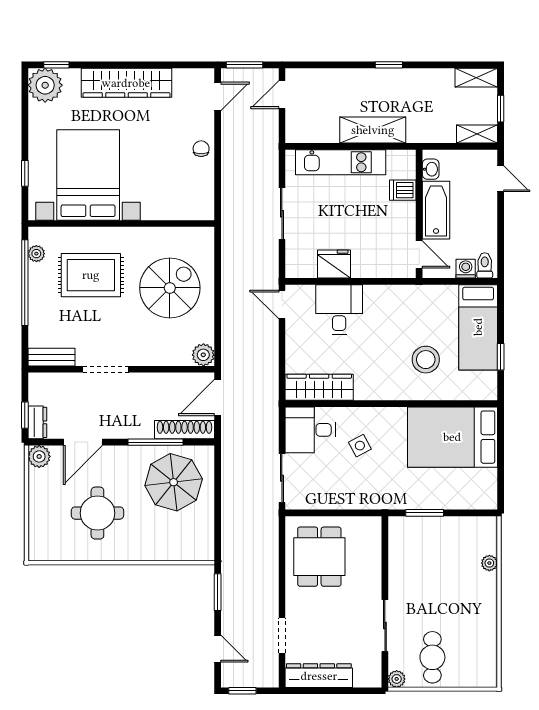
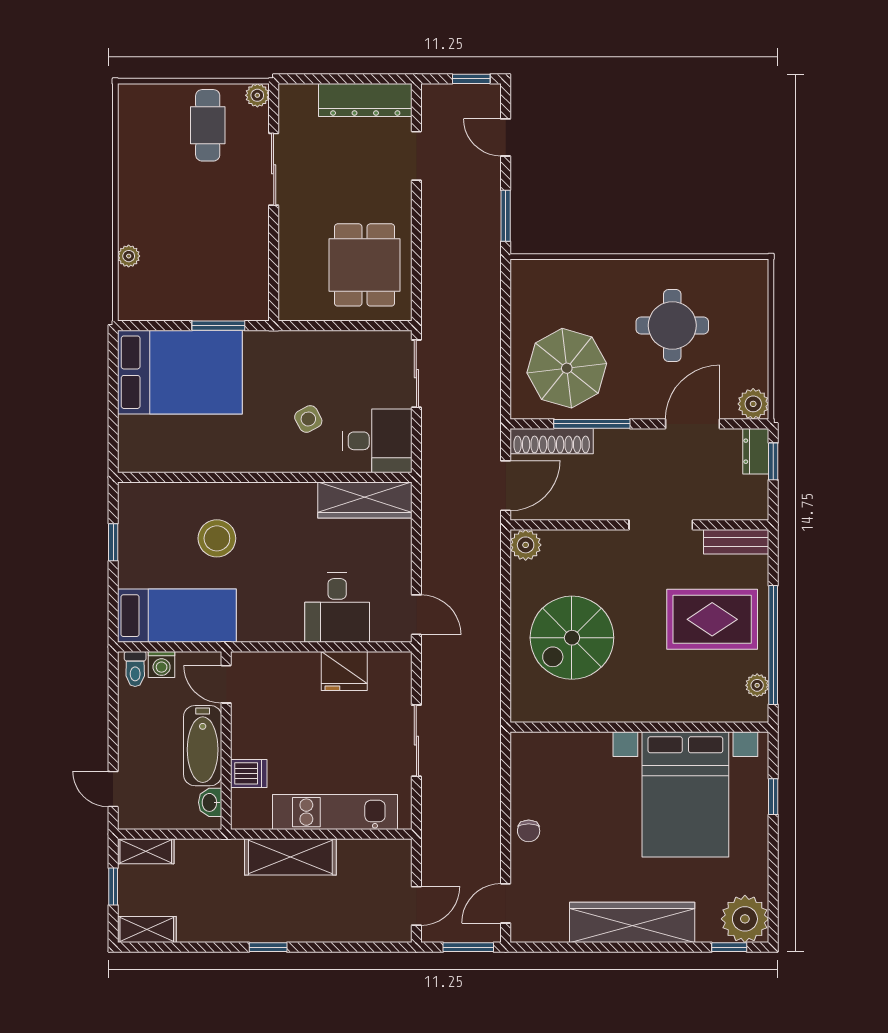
rug: (91, 275) -> (712, 619), moved
bed: (478, 327) -> (177, 616), moved, turned 90
bed: (452, 437) -> (180, 372), moved

